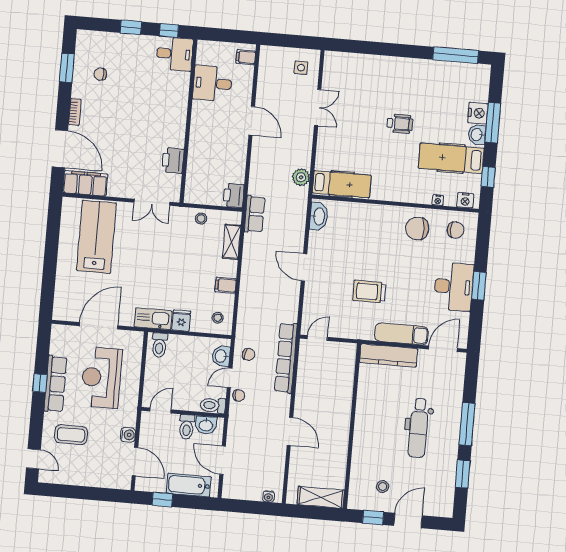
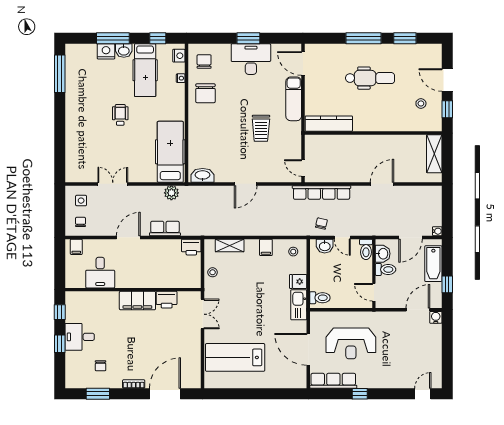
desk: (175, 54) -> (80, 337), moved, turned -90
filing cabinet: (85, 183) -> (137, 301), moved, turned -90
hospital bed: (342, 184) -> (170, 152), width x1.37, depth x1.29
row of seats: (255, 214) -> (165, 228), moved
kitchen counter: (389, 356) -> (329, 124), moved, turned -90
row of seats: (55, 384) -> (333, 381), moved
chair: (239, 395) -> (81, 222), moved
coffee table: (71, 435) -> (400, 364), removed
water cooler: (128, 435) -> (436, 317), moved
water cooler: (268, 496) -> (437, 231), moved

